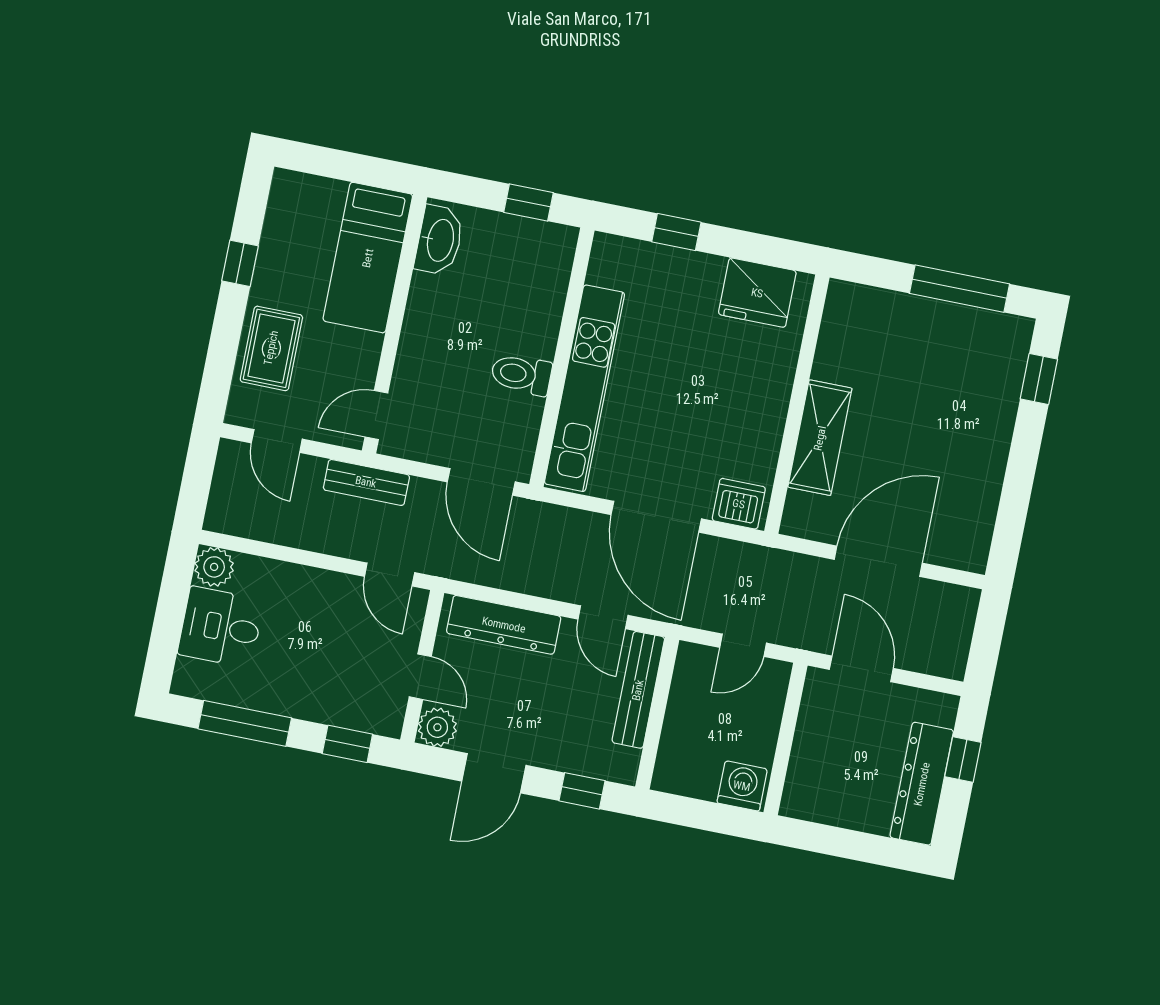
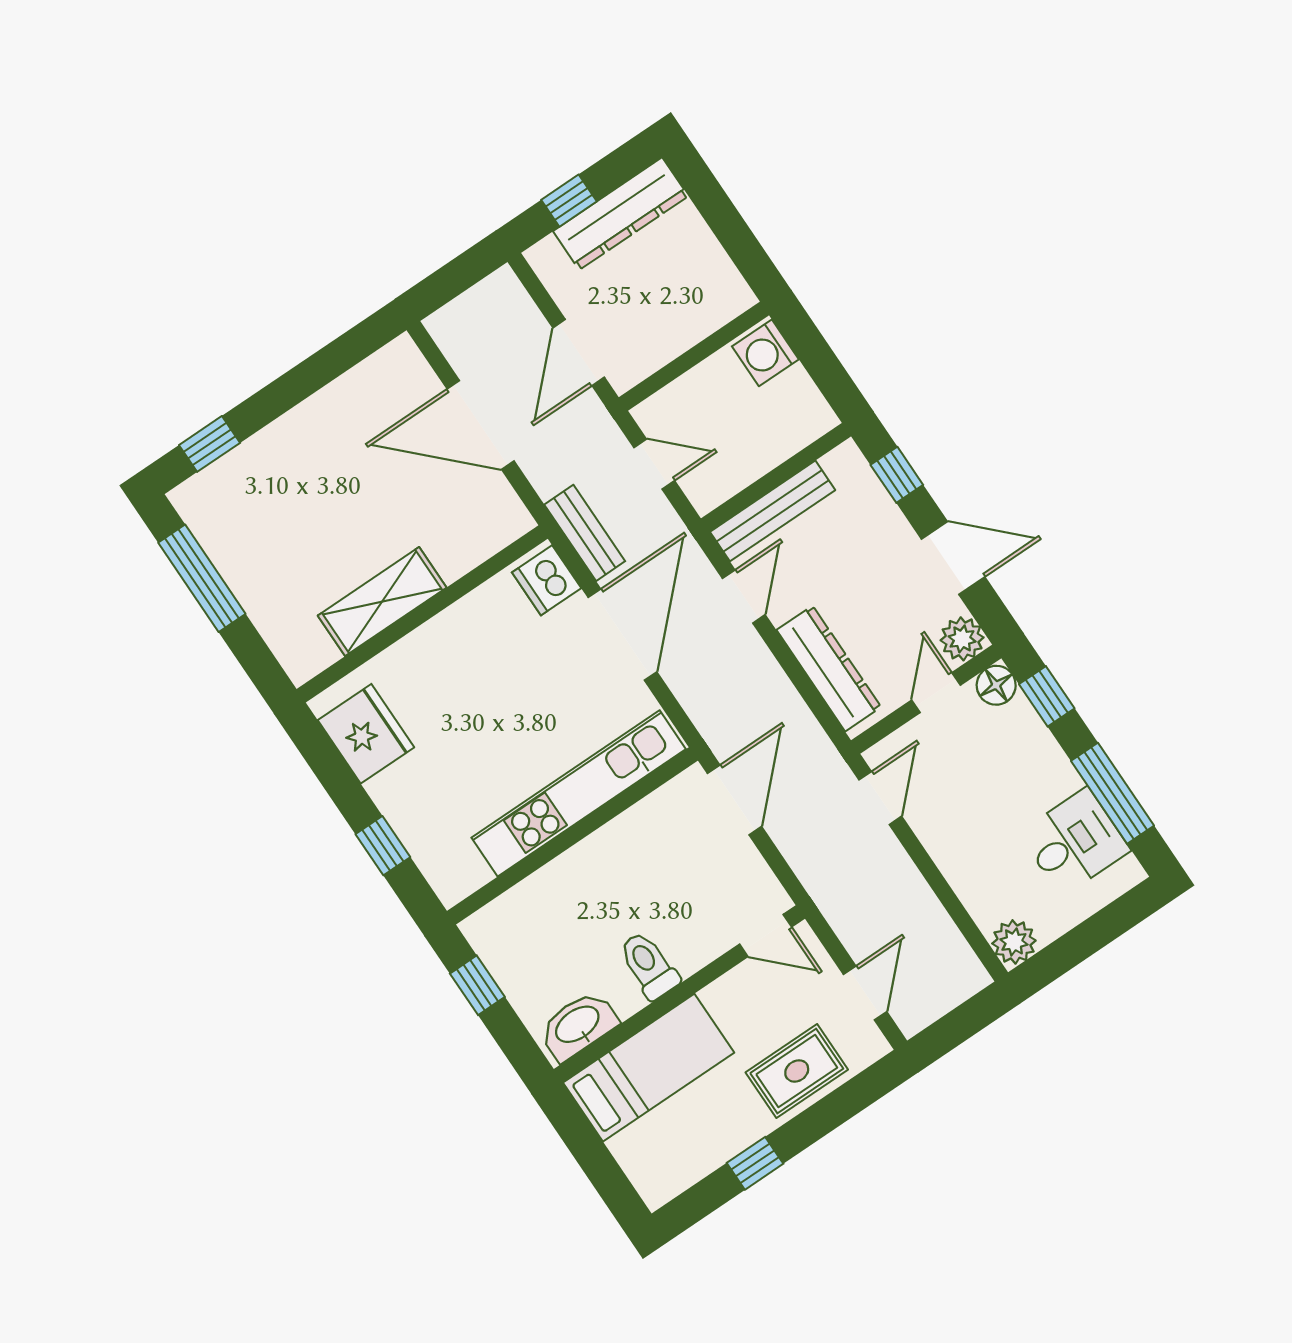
toilet: (521, 374) -> (649, 965), moved, turned 180
shelving: (820, 438) -> (382, 602), moved
bench: (366, 482) -> (585, 533), moved
desk: (221, 627) -> (1074, 842), moved, turned -90
floor lamp: (387, 719) -> (996, 685), added

